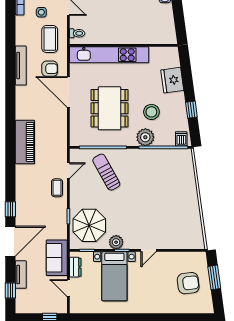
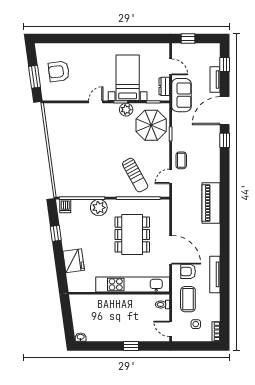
stool: (151, 112) -> (93, 231), removed

